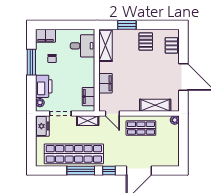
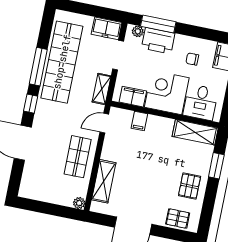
pallet: (146, 42) -> (190, 186), turned 90
window: (31, 62) -> (158, 24), moved
corner desk: (80, 72) -> (167, 93), added
filing cabinet: (106, 83) -> (139, 121), width x0.50

